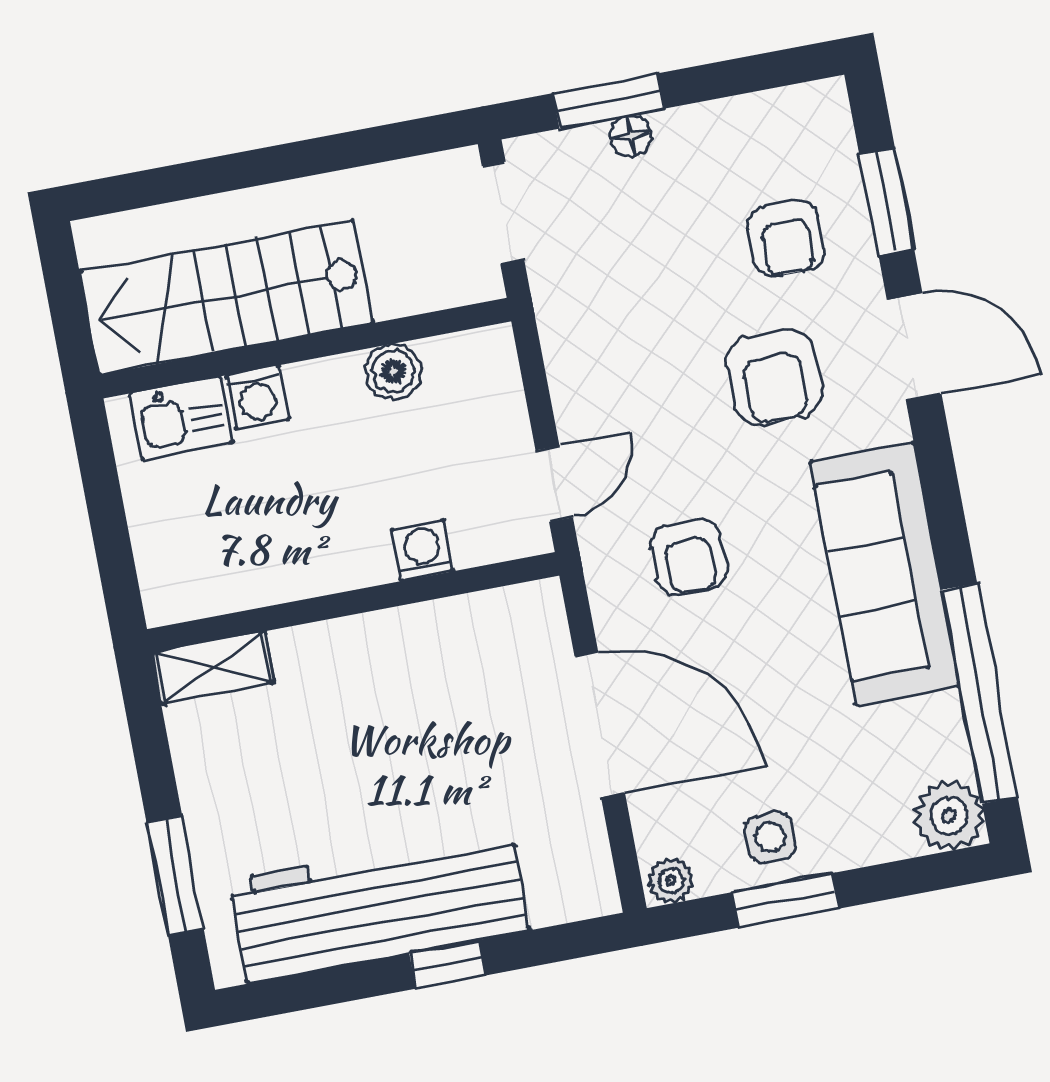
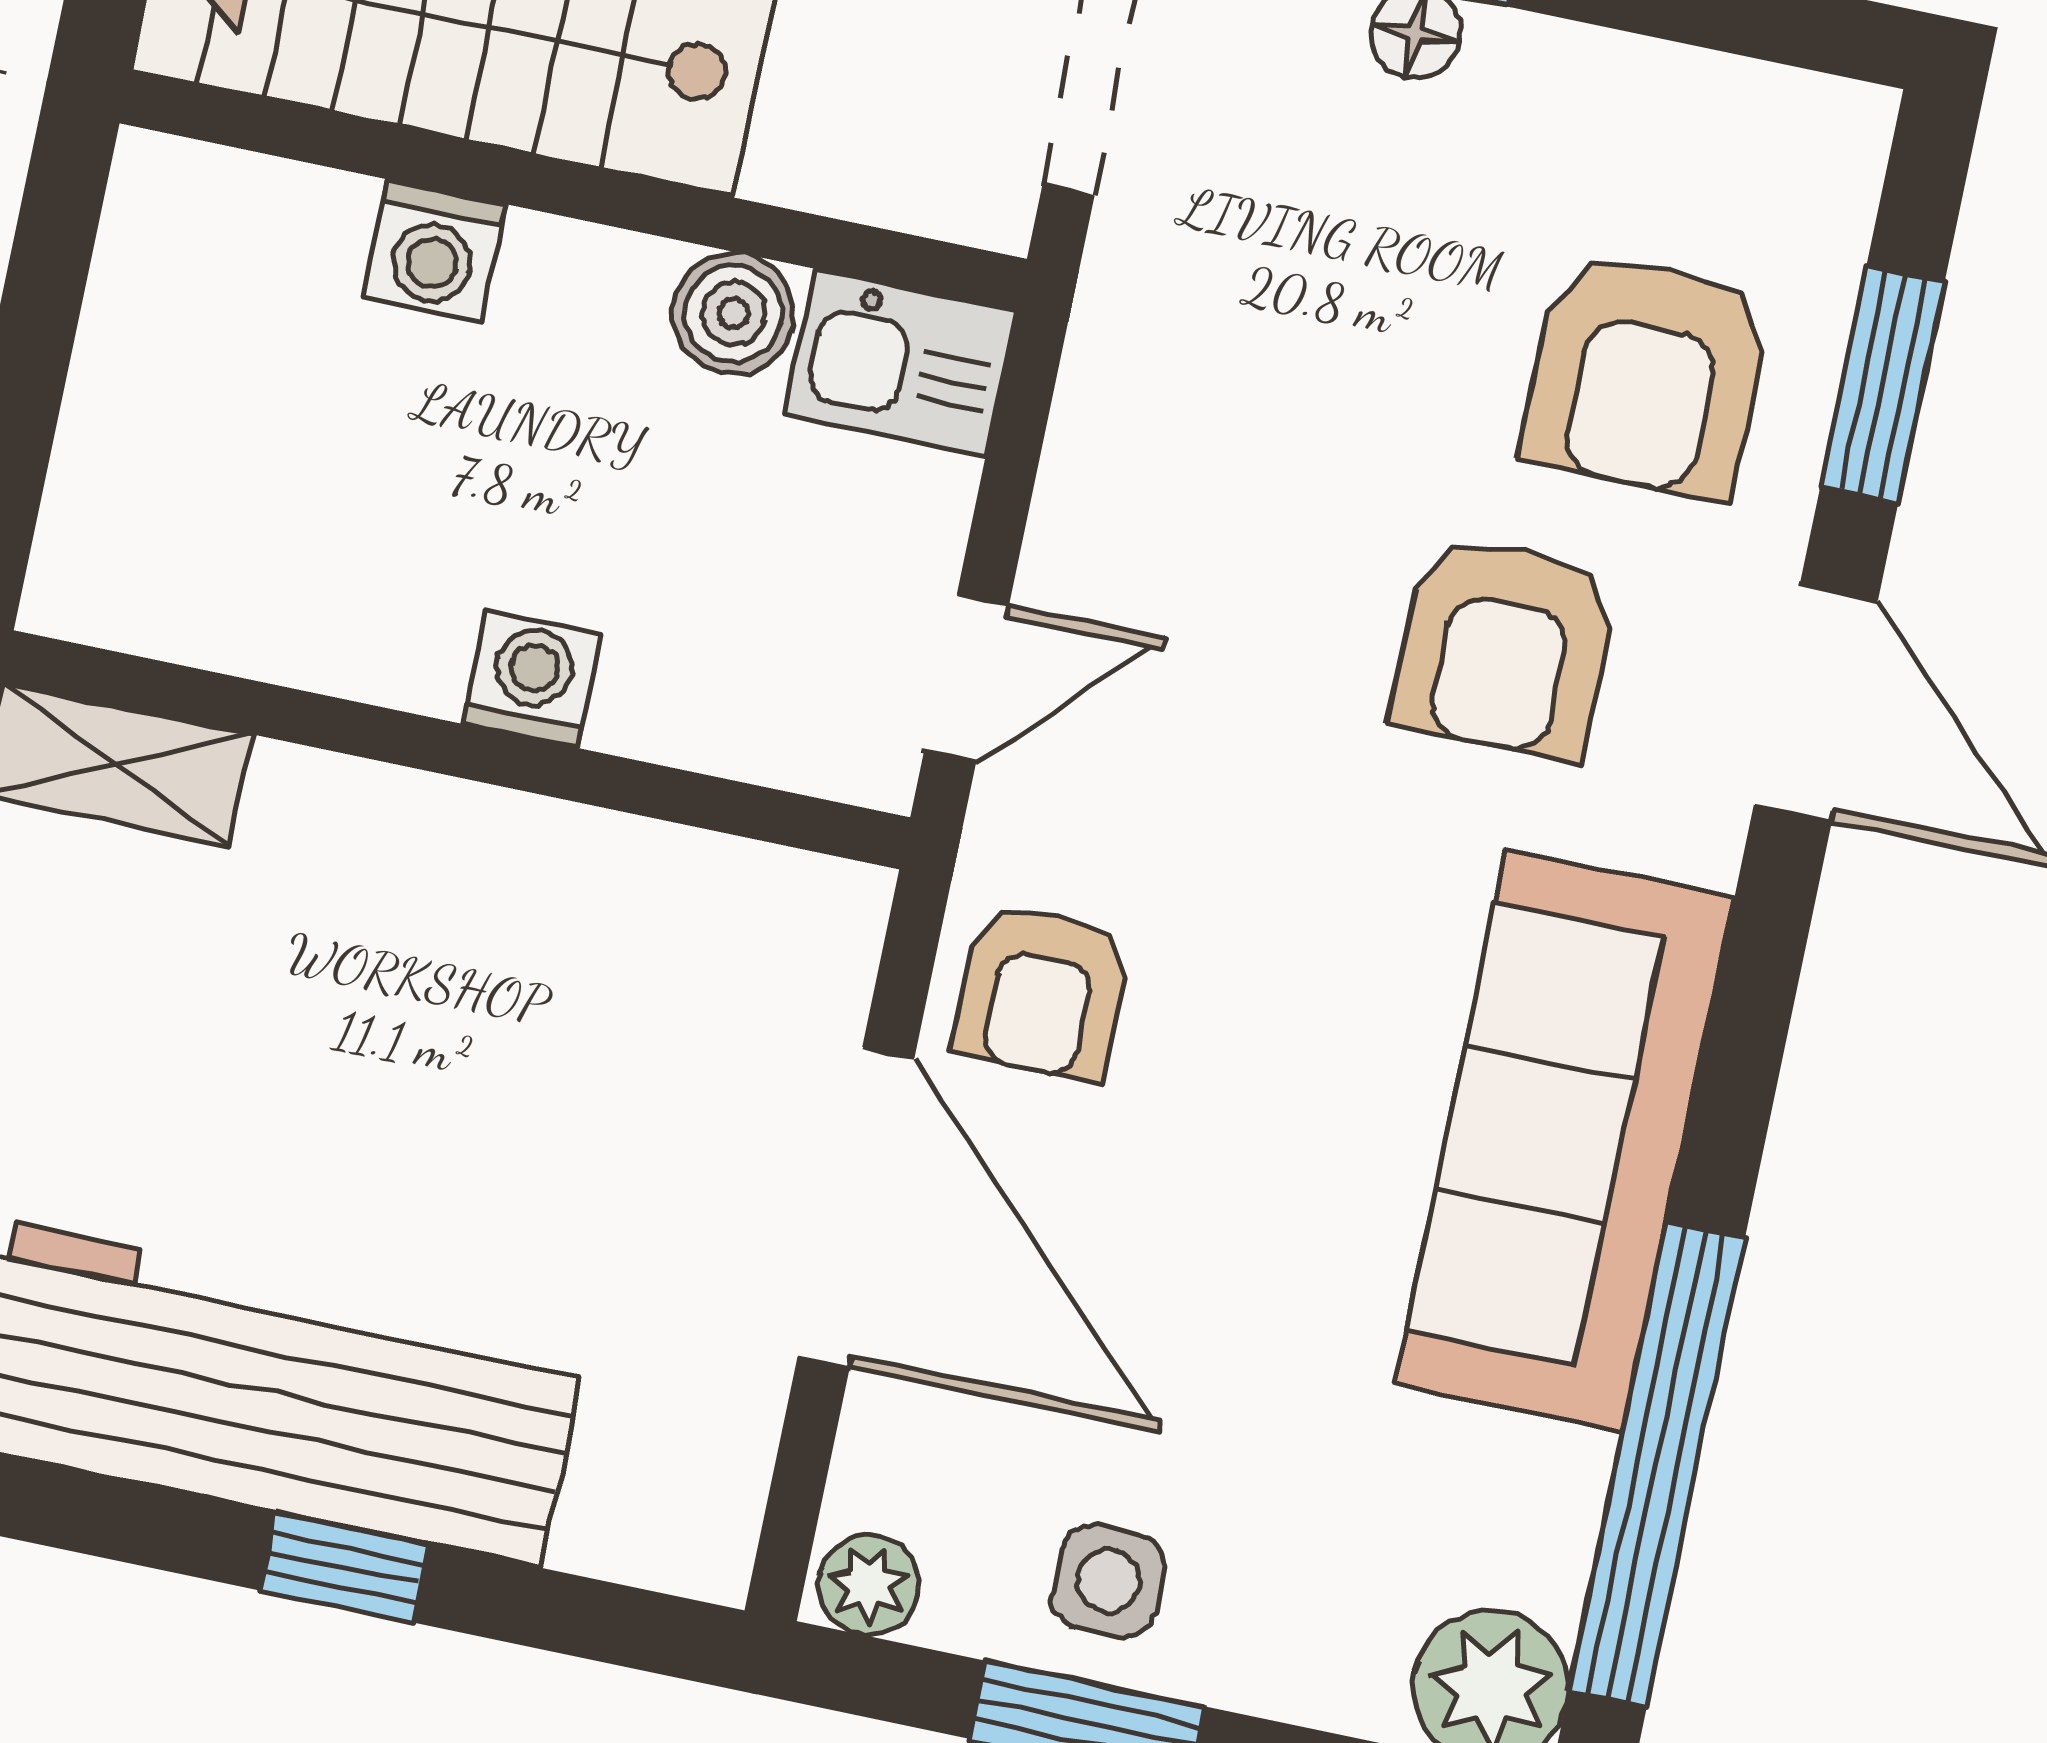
armchair: (786, 239) -> (1646, 374), width x1.38, depth x1.38
kitchen sink: (181, 418) -> (901, 363), moved
washing machine: (422, 550) -> (532, 679), moved
armchair: (689, 557) -> (1042, 992), moved

